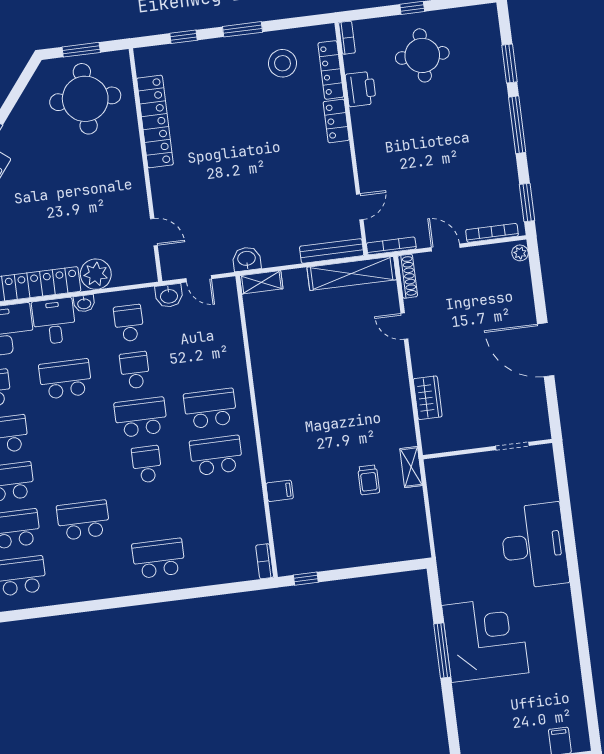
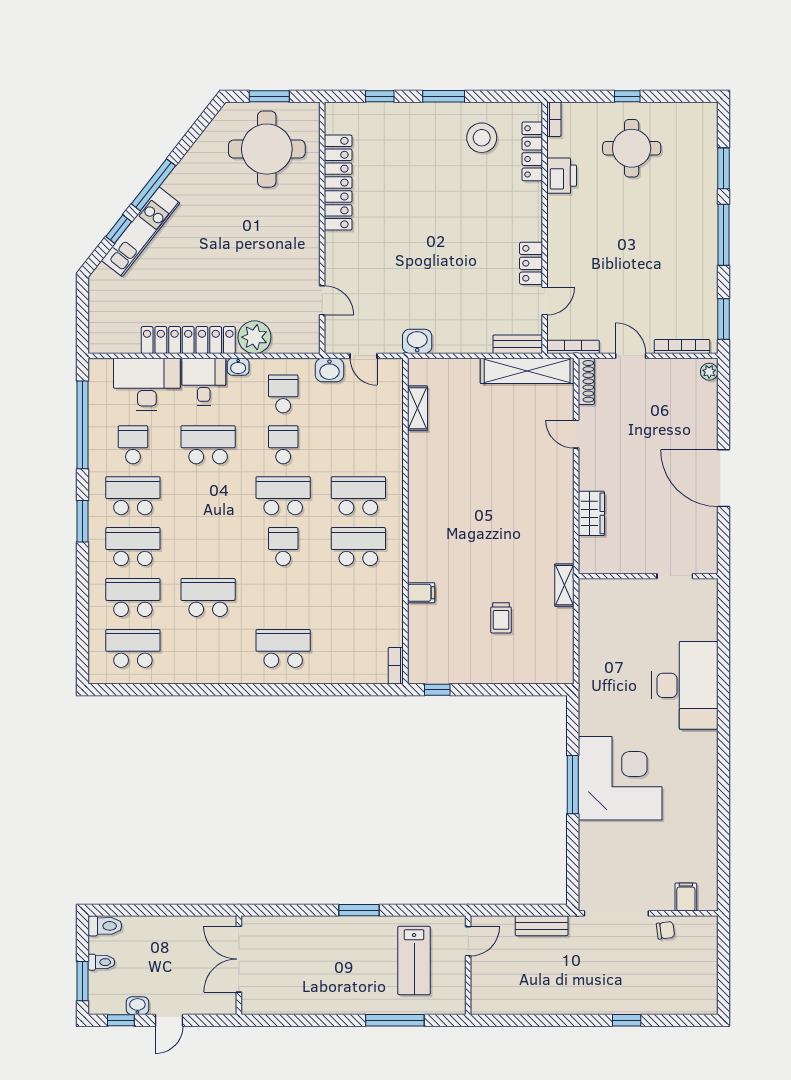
locker: (336, 121) -> (531, 263), moved
bench: (332, 251) -> (518, 344), width x0.73
shelving: (261, 282) -> (417, 408), moved, turned 90
trolley: (369, 480) -> (501, 618), moved

